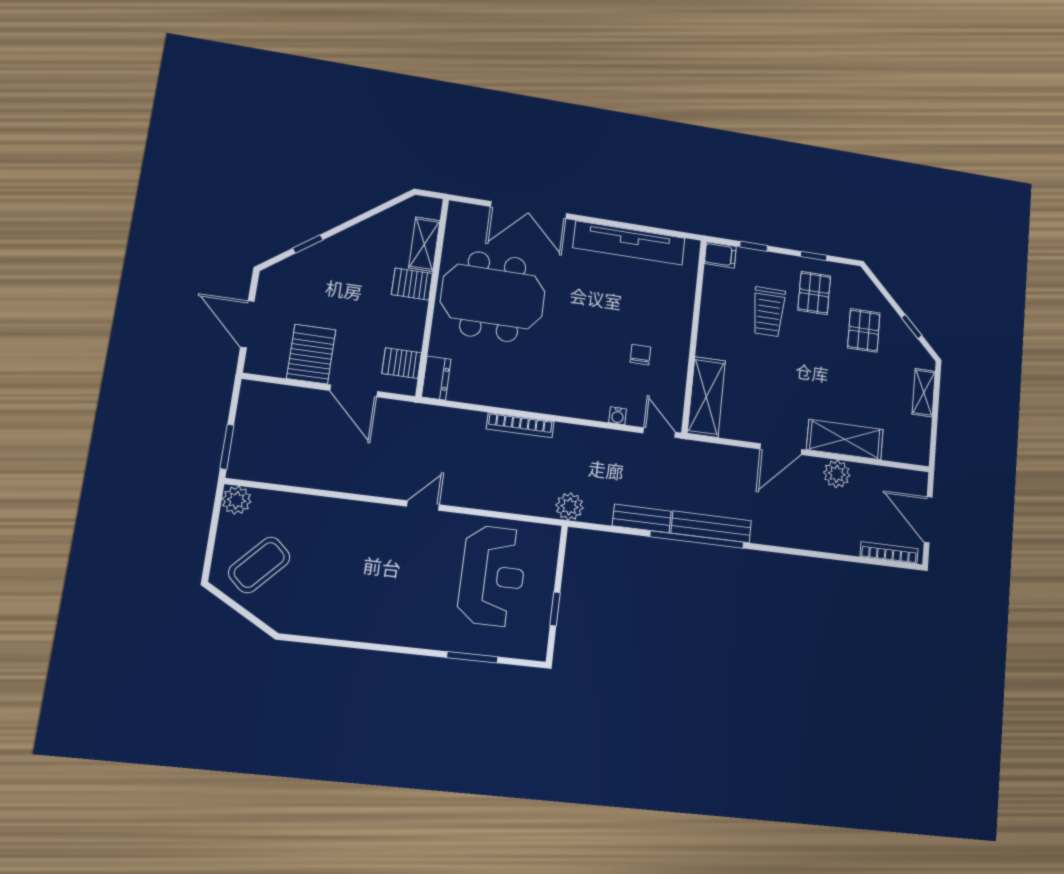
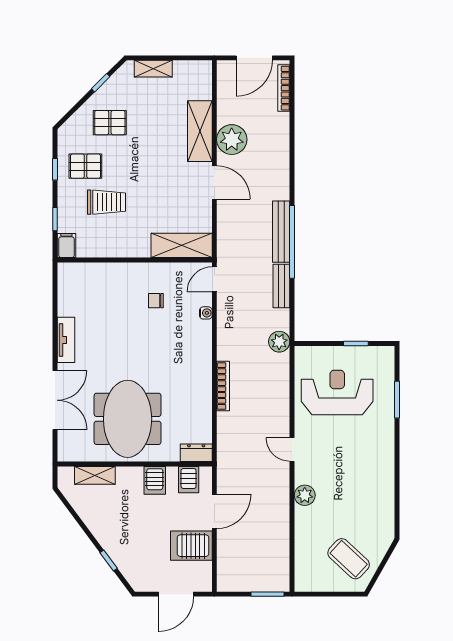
tv unit: (629, 243) -> (66, 340), width x0.52, depth x0.78
server rack: (412, 284) -> (155, 480), moved
plant: (837, 474) -> (232, 140), width x1.36, depth x1.36
plant: (237, 500) -> (305, 495), moved

